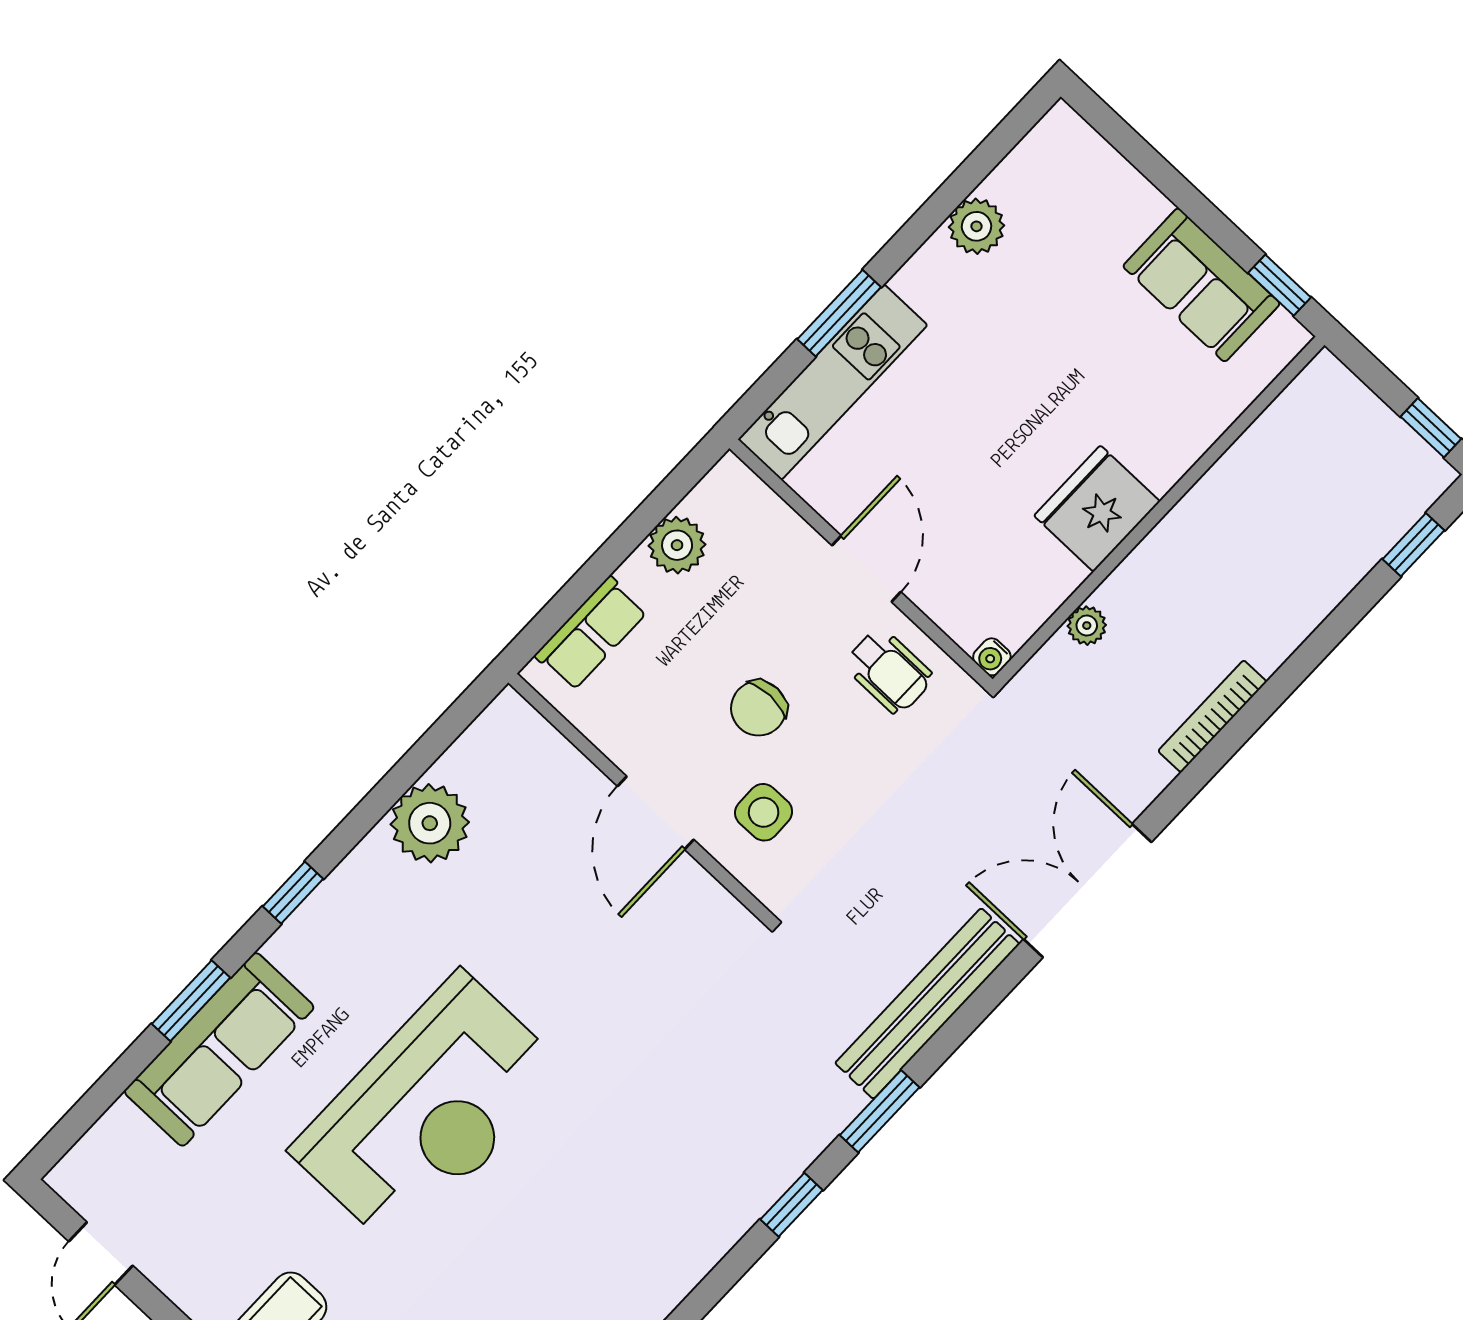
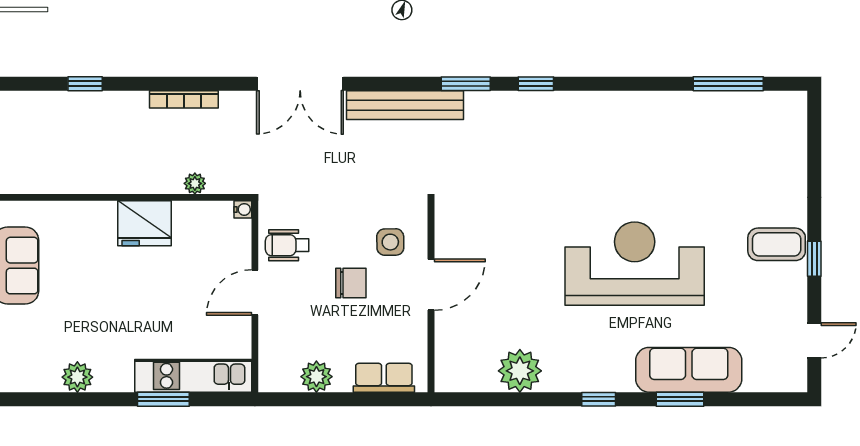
window: (1413, 545) -> (85, 84), moved
wheelchair: (889, 671) -> (287, 245), turned -90

